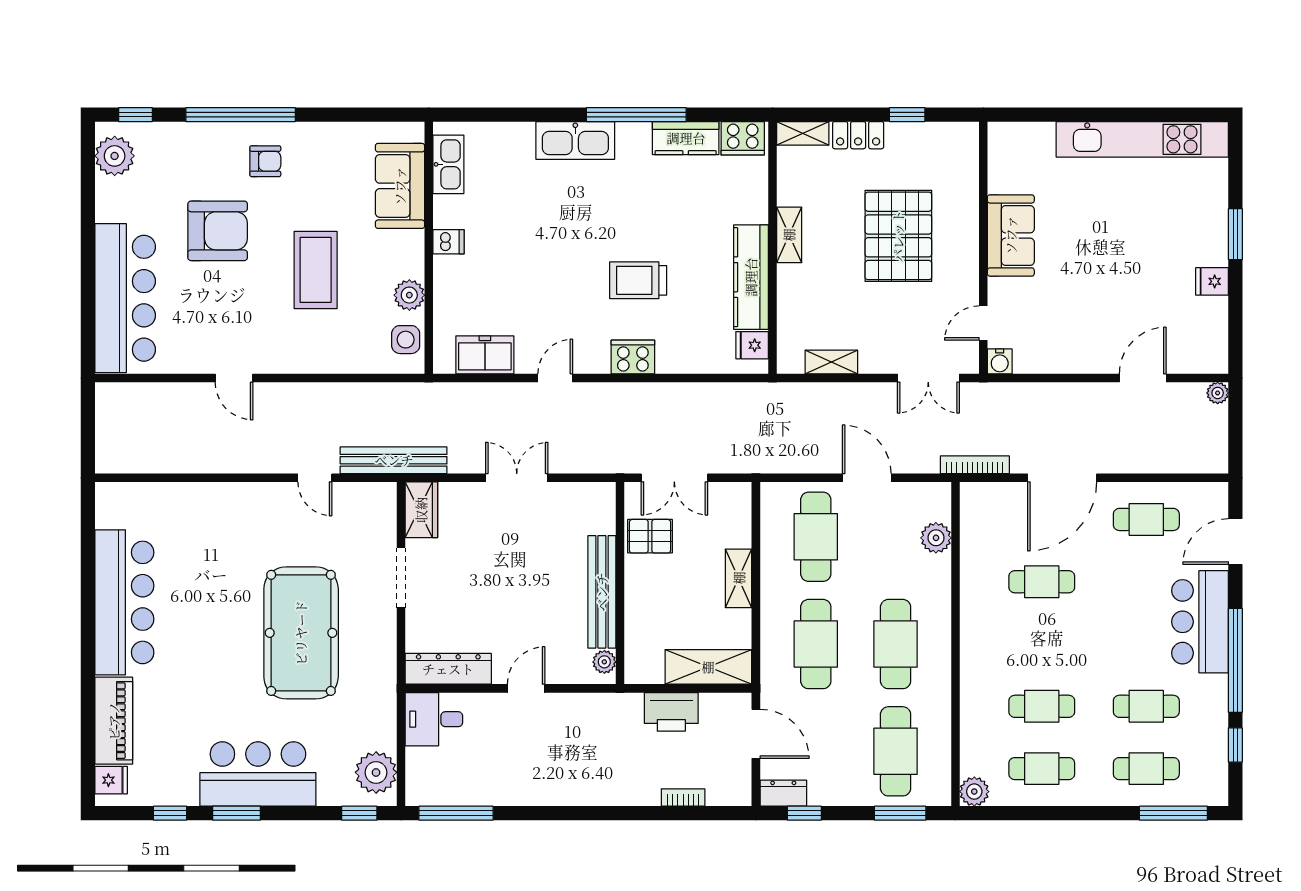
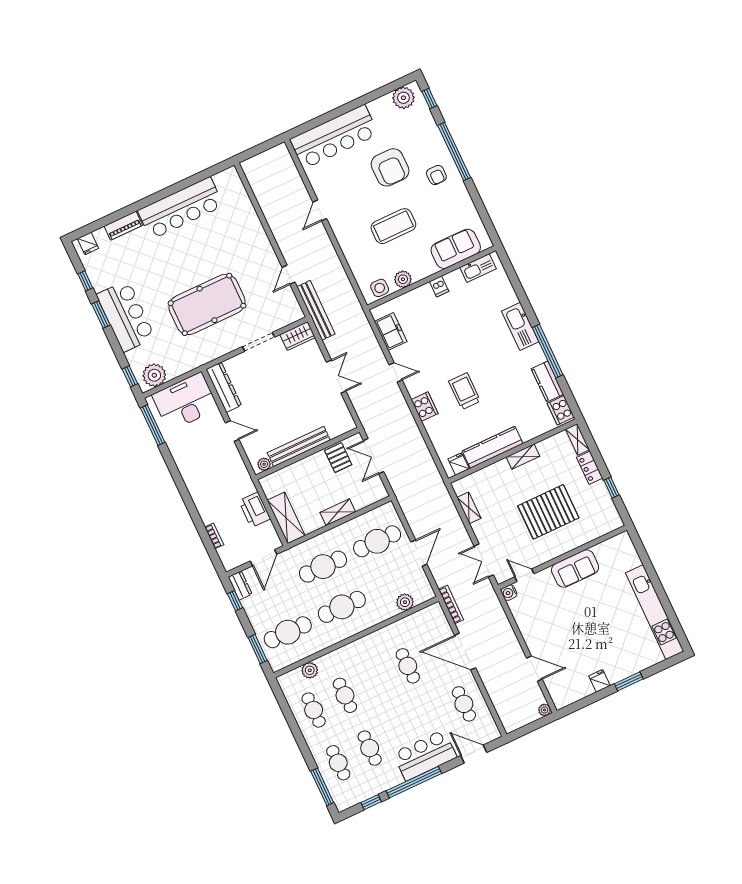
desk: (434, 719) -> (185, 402), width x1.87, depth x1.30
piano: (114, 721) -> (123, 226), width x0.73, depth x0.75
plant: (974, 792) -> (310, 670), moved

